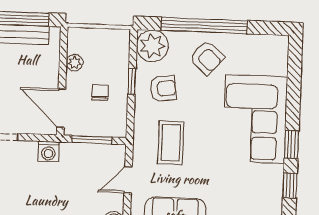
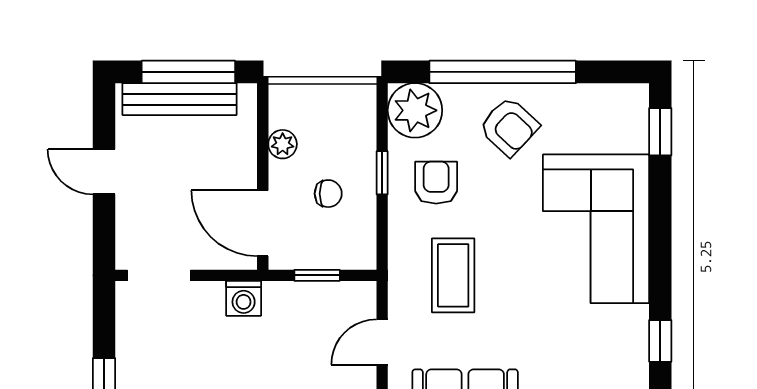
armchair: (163, 88) -> (436, 183), turned -83
chair: (100, 92) -> (328, 194), turned 90
window: (92, 140) -> (317, 275), width x0.67
window: (291, 144) -> (660, 132), moved

